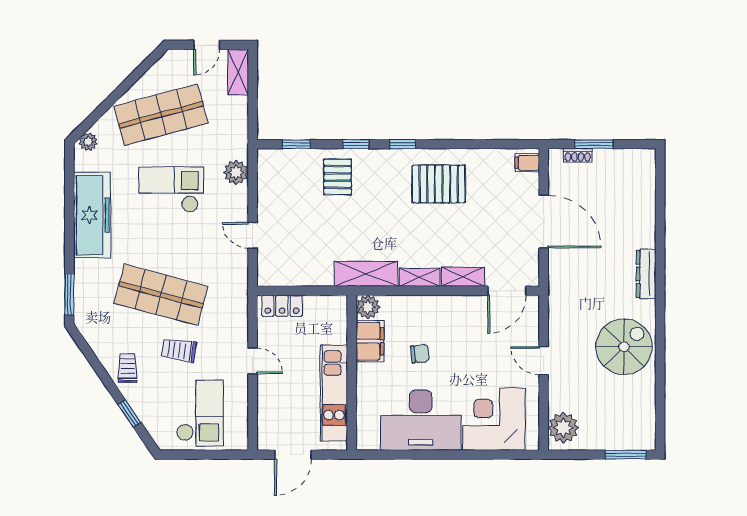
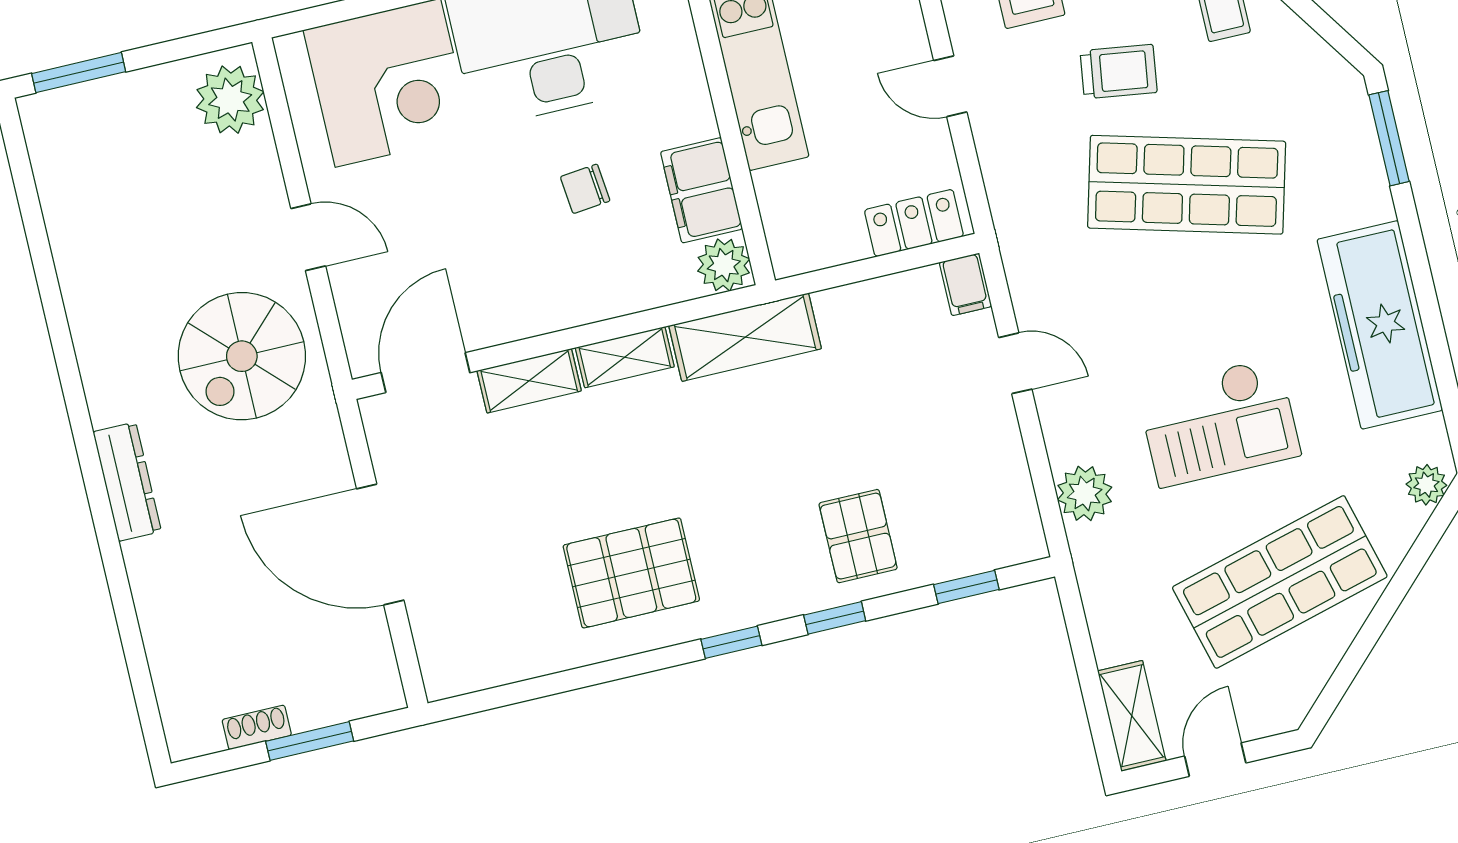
shoe rack: (578, 155) -> (257, 727), moved
filing cabinet: (527, 163) -> (965, 284), moved, turned 90
spiral stairs: (624, 347) -> (242, 356), moved

